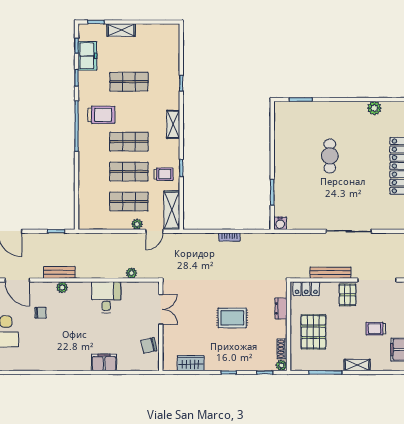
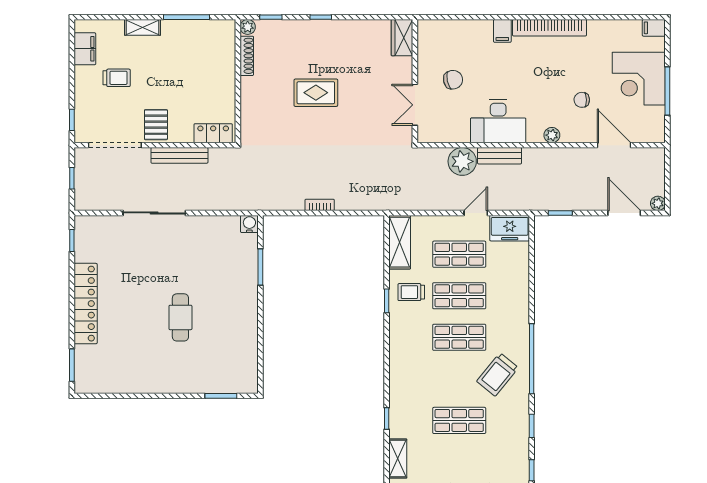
freezer: (87, 56) -> (510, 228), moved, turned -90
plant: (374, 108) -> (119, 384), removed
trolley: (101, 115) -> (498, 374), turned -51
shelving: (173, 124) -> (398, 459), moved
plant: (137, 224) -> (448, 223), removed
door: (154, 231) -> (476, 213), moved
bench: (59, 272) -> (500, 156), moved
plant: (131, 273) -> (462, 161), width x1.88, depth x1.88
desk: (106, 297) -> (498, 121), width x1.37
dresser: (281, 308) -> (248, 106), removed
pallet: (313, 332) -> (203, 73), removed
chair: (149, 345) -> (453, 80), moved
shoe rack: (282, 349) -> (247, 56), width x1.43
filing cabinet: (104, 362) -> (502, 31), width x0.50
wardrobe: (191, 363) -> (402, 38), moved, turned 90
bookcase: (64, 365) -> (549, 28), added

